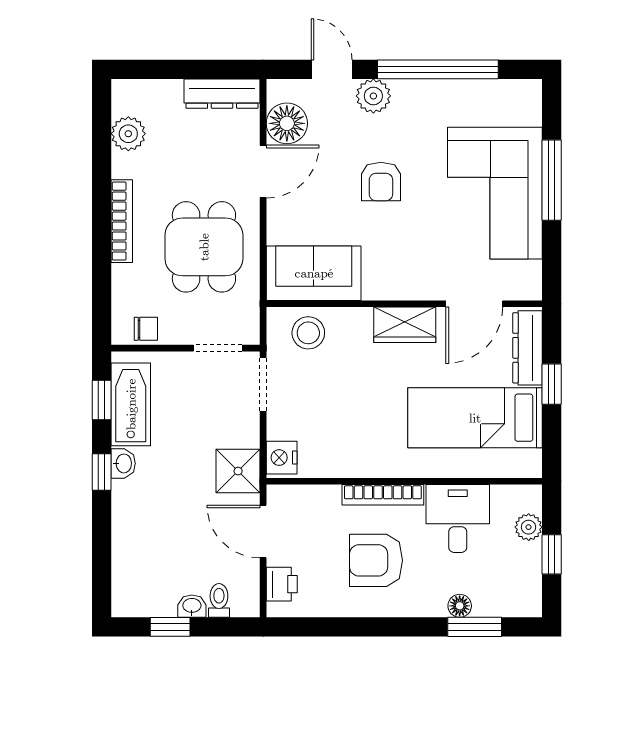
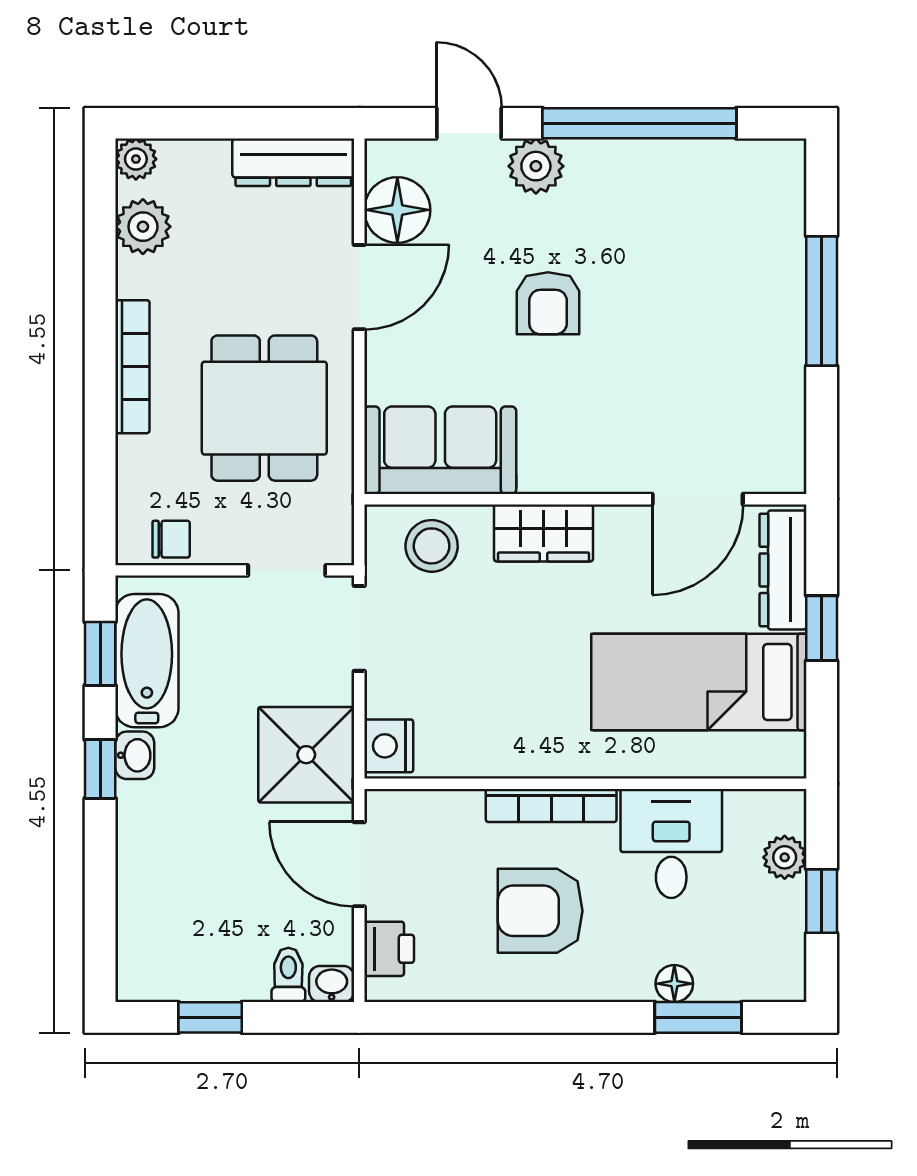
plant: (124, 92) -> (136, 159), added
corner sofa: (495, 193) -> (731, 322), removed
wardrobe: (405, 325) -> (544, 533), moved
shower: (238, 471) -> (306, 755), width x1.36, depth x1.36
washbasin: (192, 606) -> (332, 984), moved

